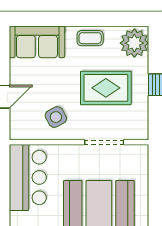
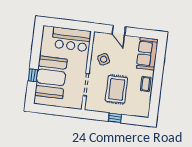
plant: (134, 43) -> (140, 109), removed

